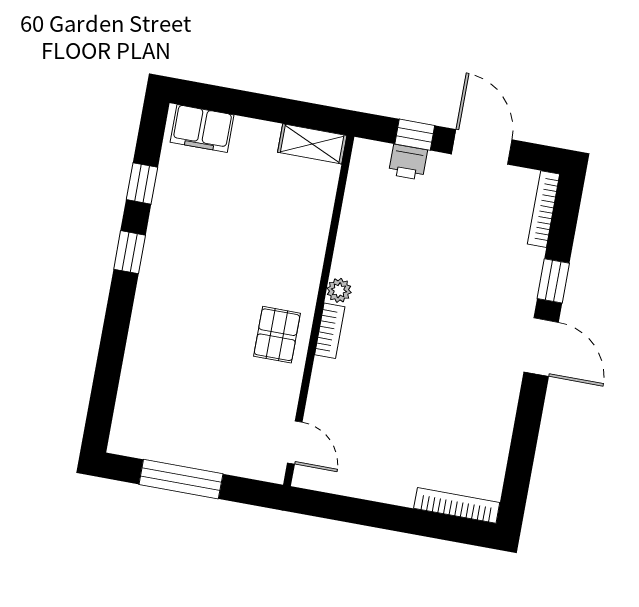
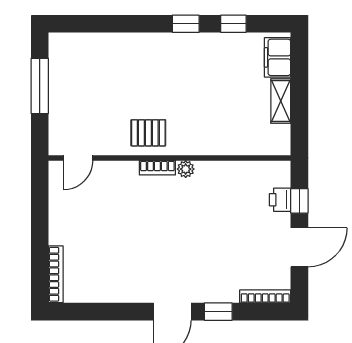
shelving: (312, 144) -> (281, 101), moved

